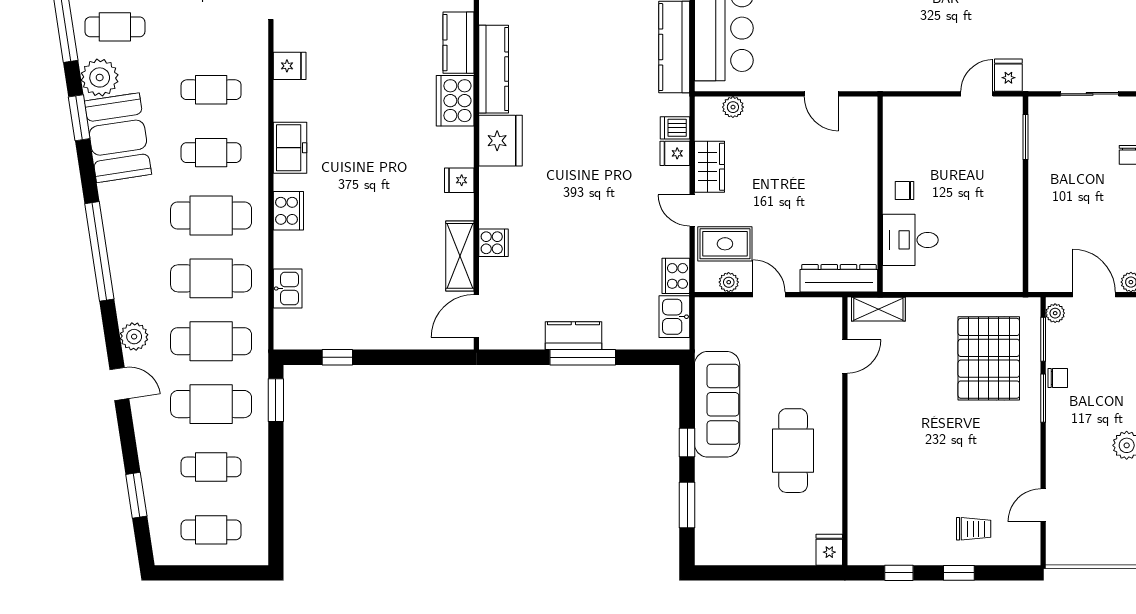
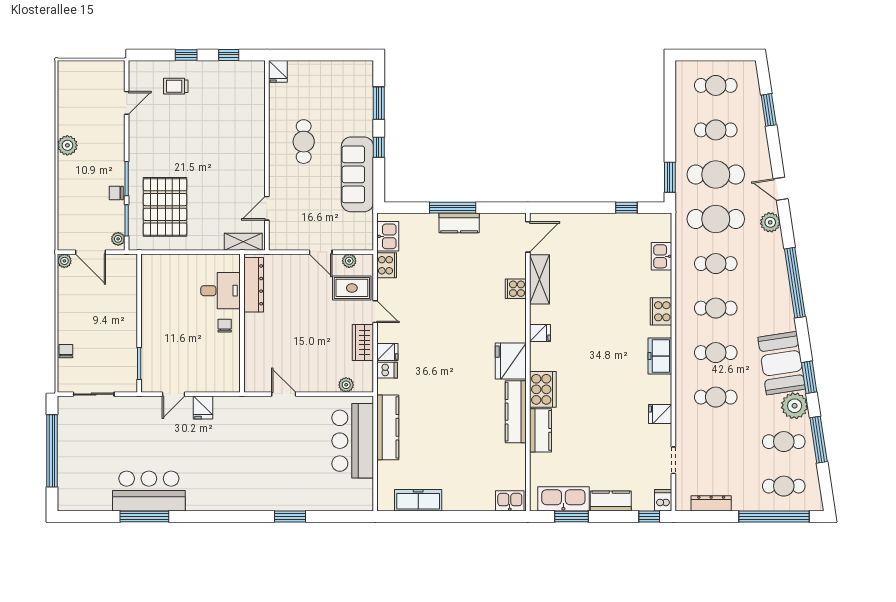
fridge: (1008, 75) -> (203, 407), moved
chair: (904, 191) -> (225, 326), turned -90
cafe table: (211, 215) -> (716, 308), width x0.73, depth x0.74
cafe table: (211, 278) -> (716, 264), width x0.73, depth x0.74
dresser: (839, 278) -> (254, 285), moved, turned -90
cafe table: (793, 451) -> (304, 142), width x0.73, depth x0.74

